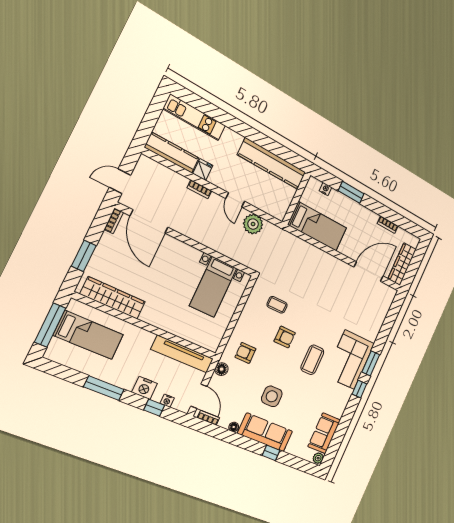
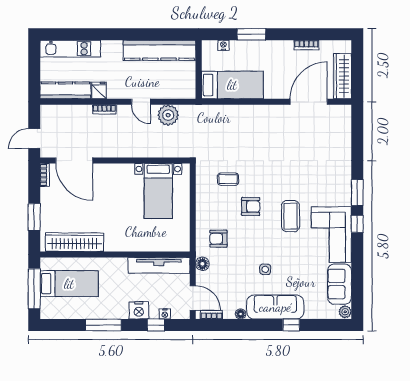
corner sofa: (350, 360) -> (331, 235), moved
side table: (272, 396) -> (265, 269), width x0.54, depth x0.54

